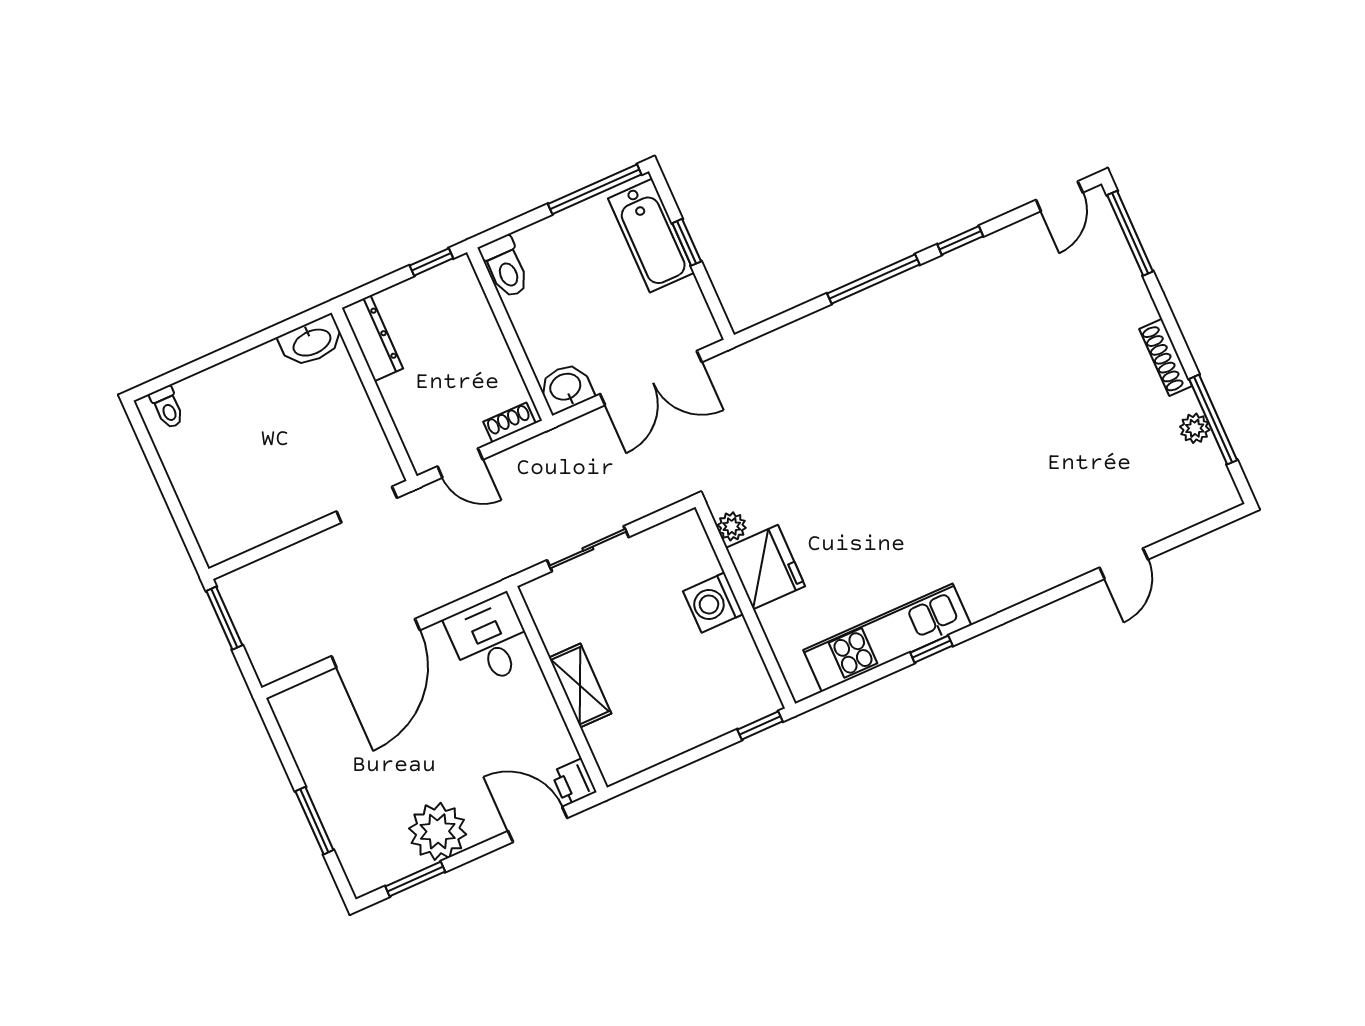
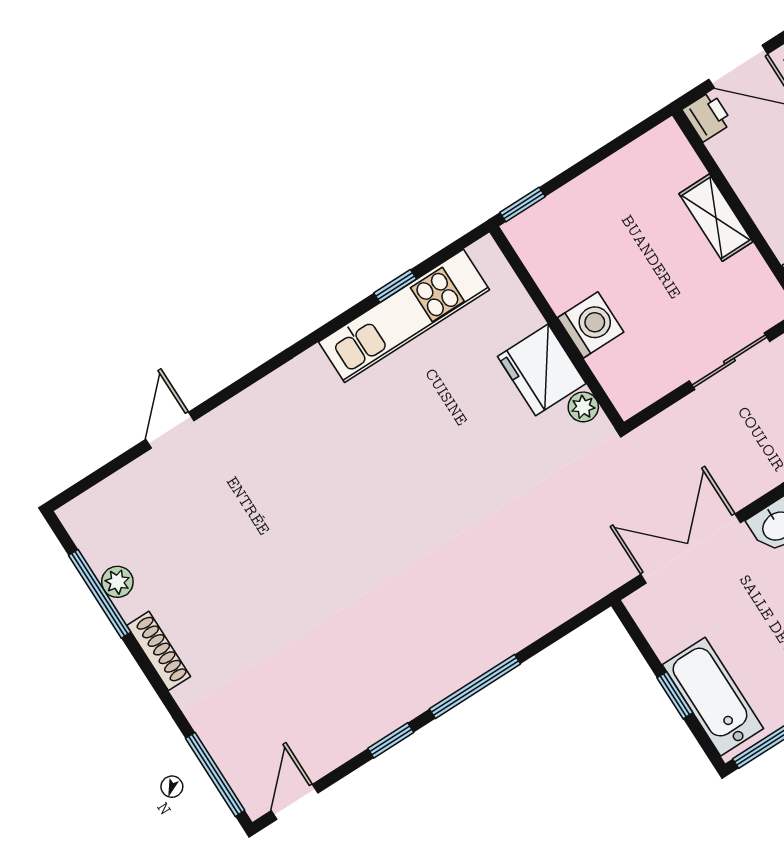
window: (931, 649) -> (395, 286), moved

